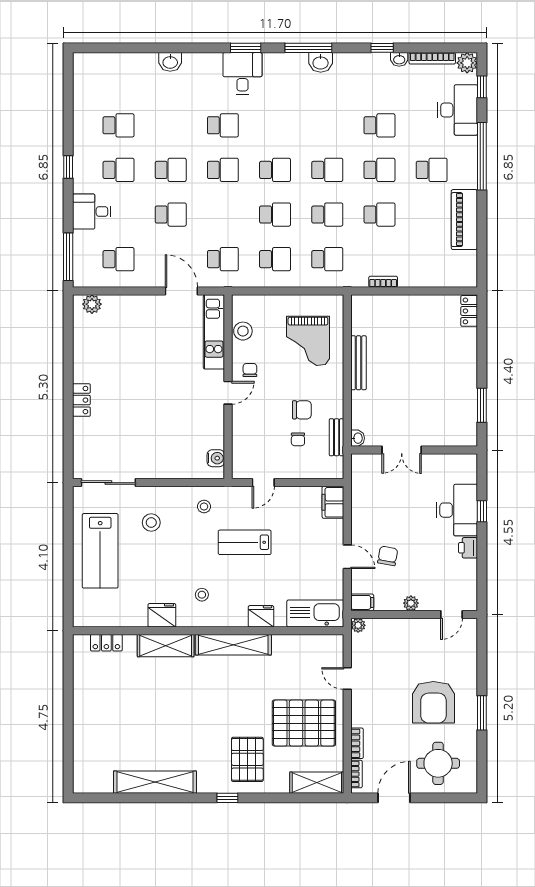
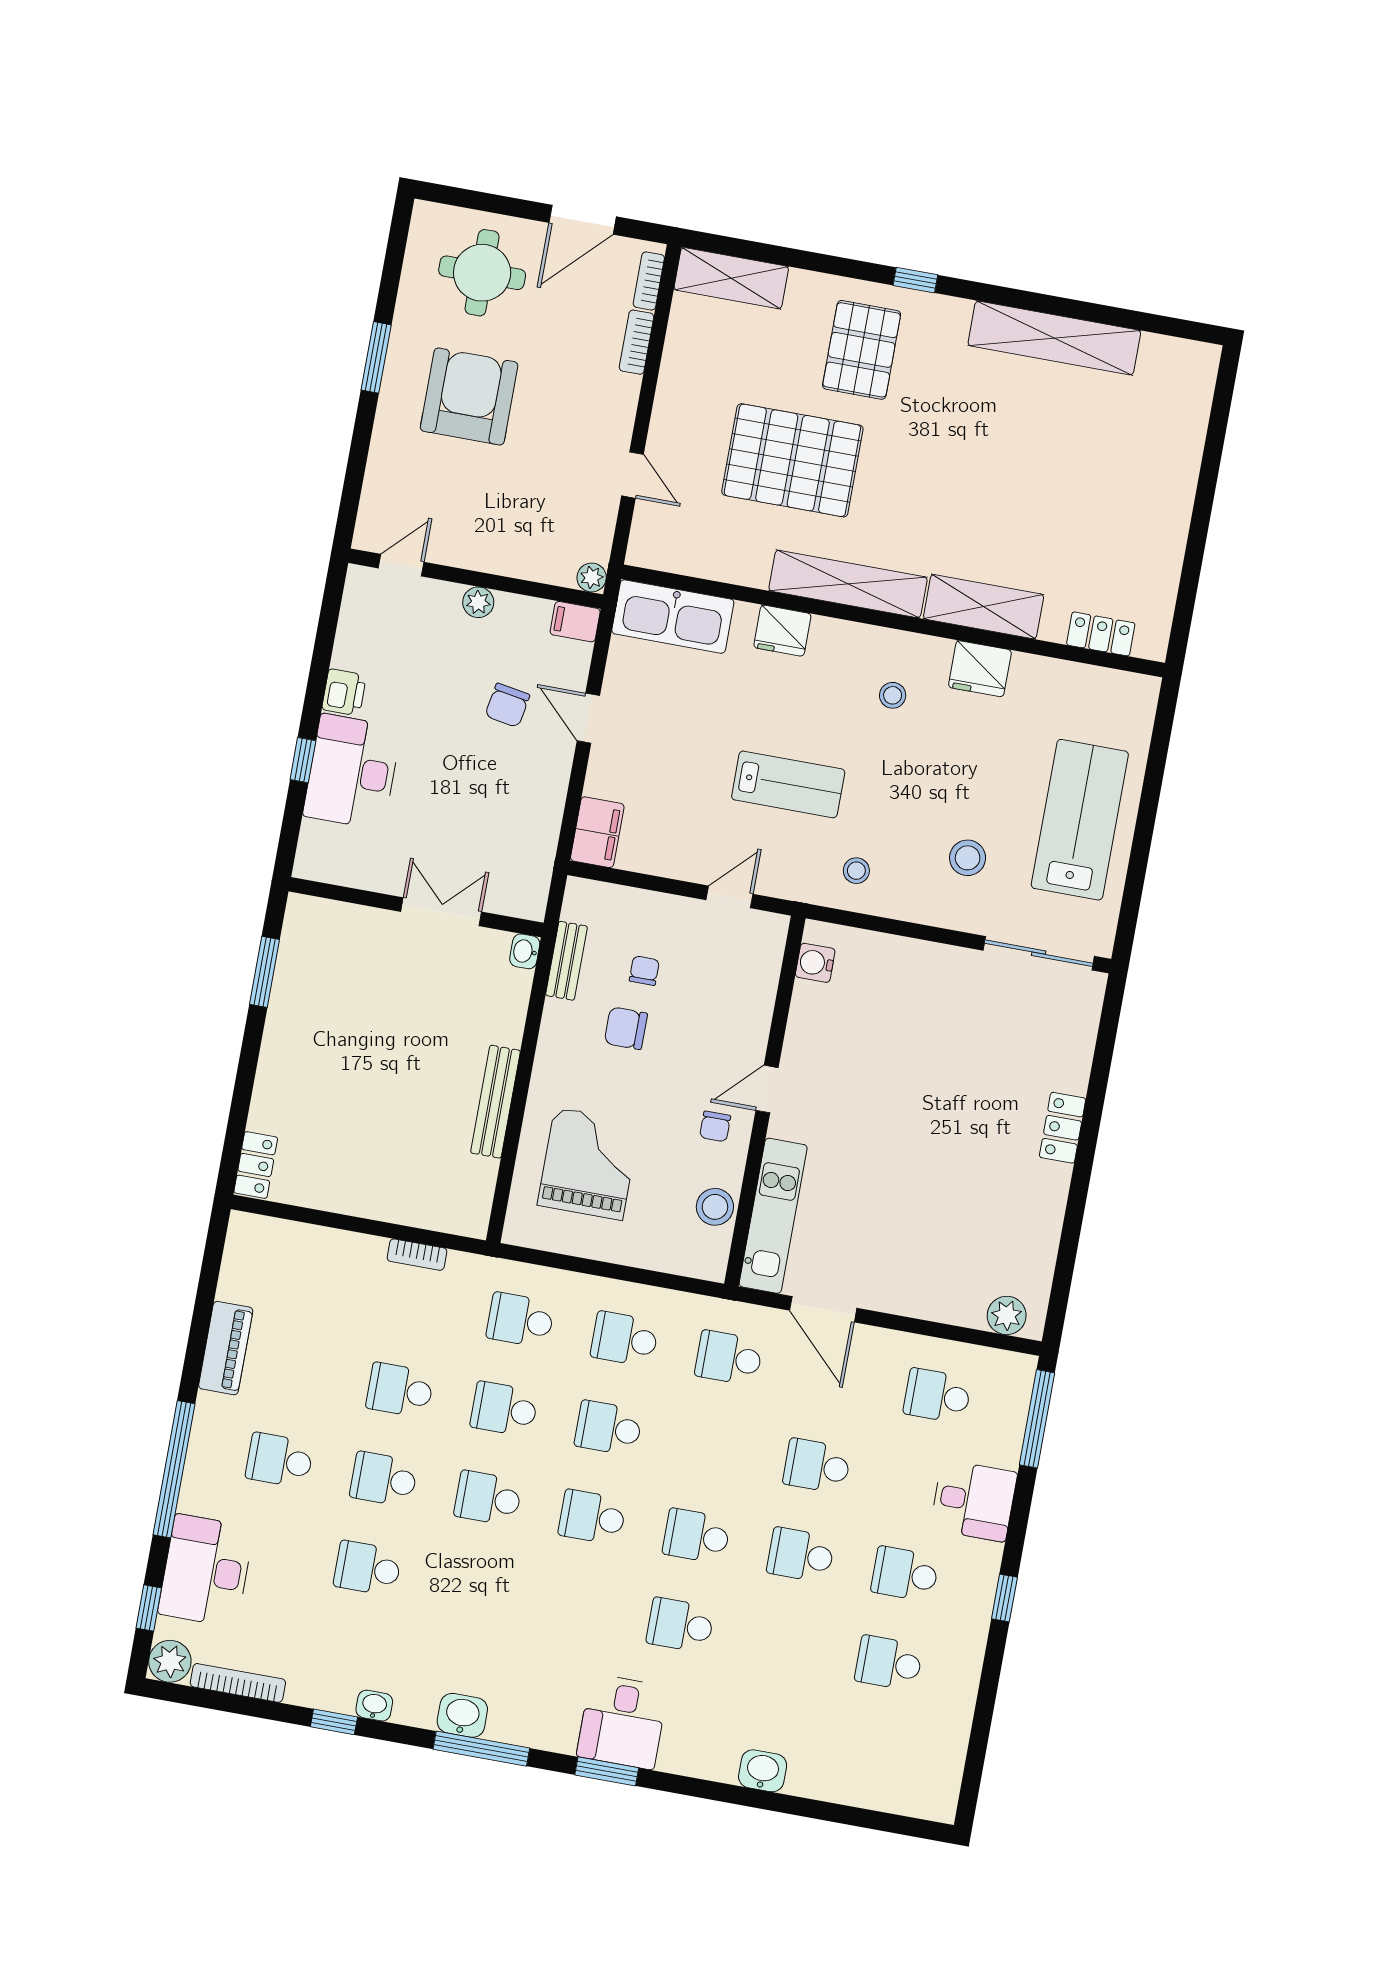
washbasin: (399, 59) -> (374, 1706), moved
piano: (464, 220) -> (226, 1348), width x0.73, depth x0.75
pallet: (304, 723) -> (792, 460), moved

